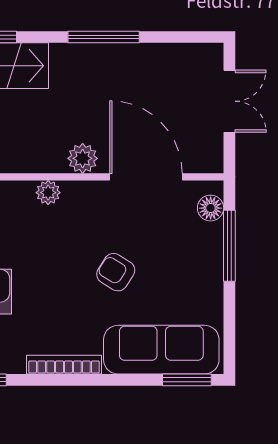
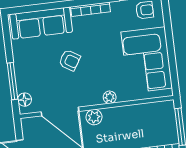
window: (187, 380) -> (26, 9), removed

